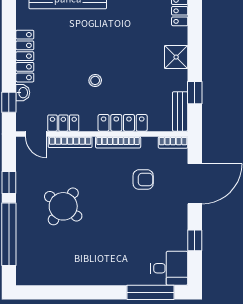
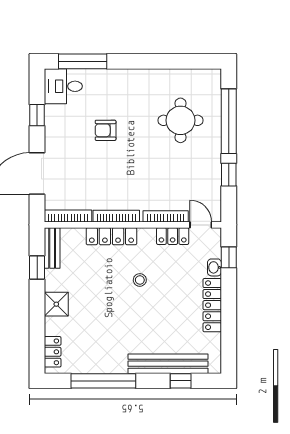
bookcase: (173, 142) -> (68, 216), width x1.56
armchair: (143, 180) -> (106, 130), moved
round table: (63, 206) -> (180, 120), moved, turned -36

